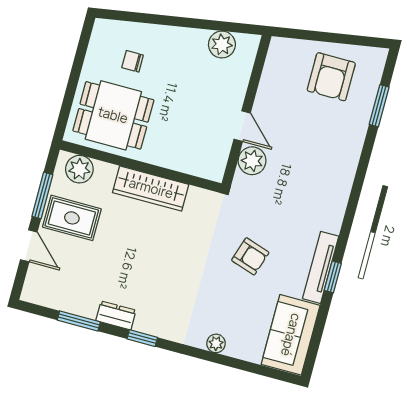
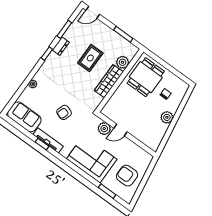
plant: (222, 45) -> (167, 117), moved
corner sofa: (325, 163) -> (92, 159), added
plant: (79, 169) -> (123, 62), moved
rug: (72, 218) -> (90, 58), moved
door: (29, 246) -> (93, 12), moved

